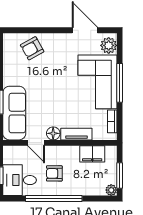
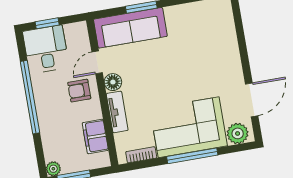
armchair: (32, 48) -> (217, 36), removed
armchair: (54, 173) -> (79, 91), moved, turned -90

